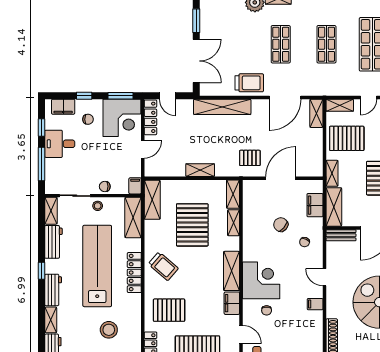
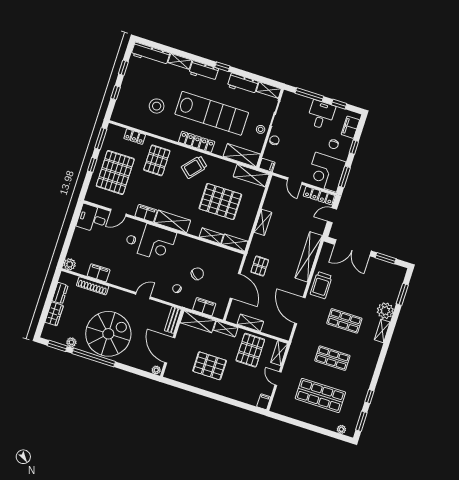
shelving: (316, 113) -> (250, 323), moved
filing cabinet: (315, 304) -> (99, 273), moved, width x2.00

